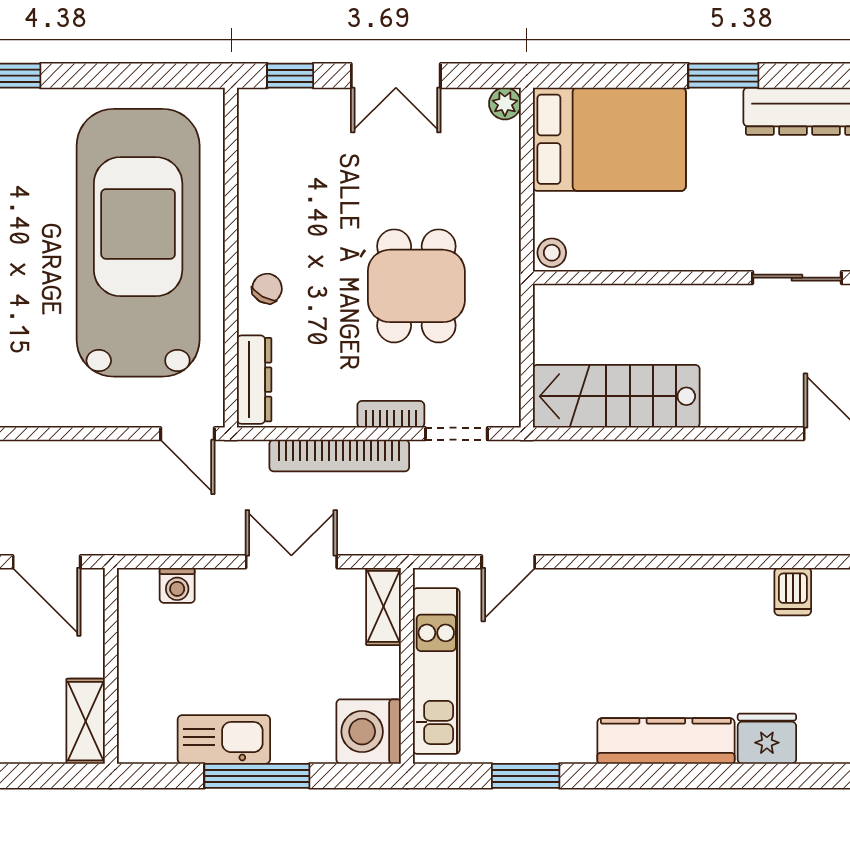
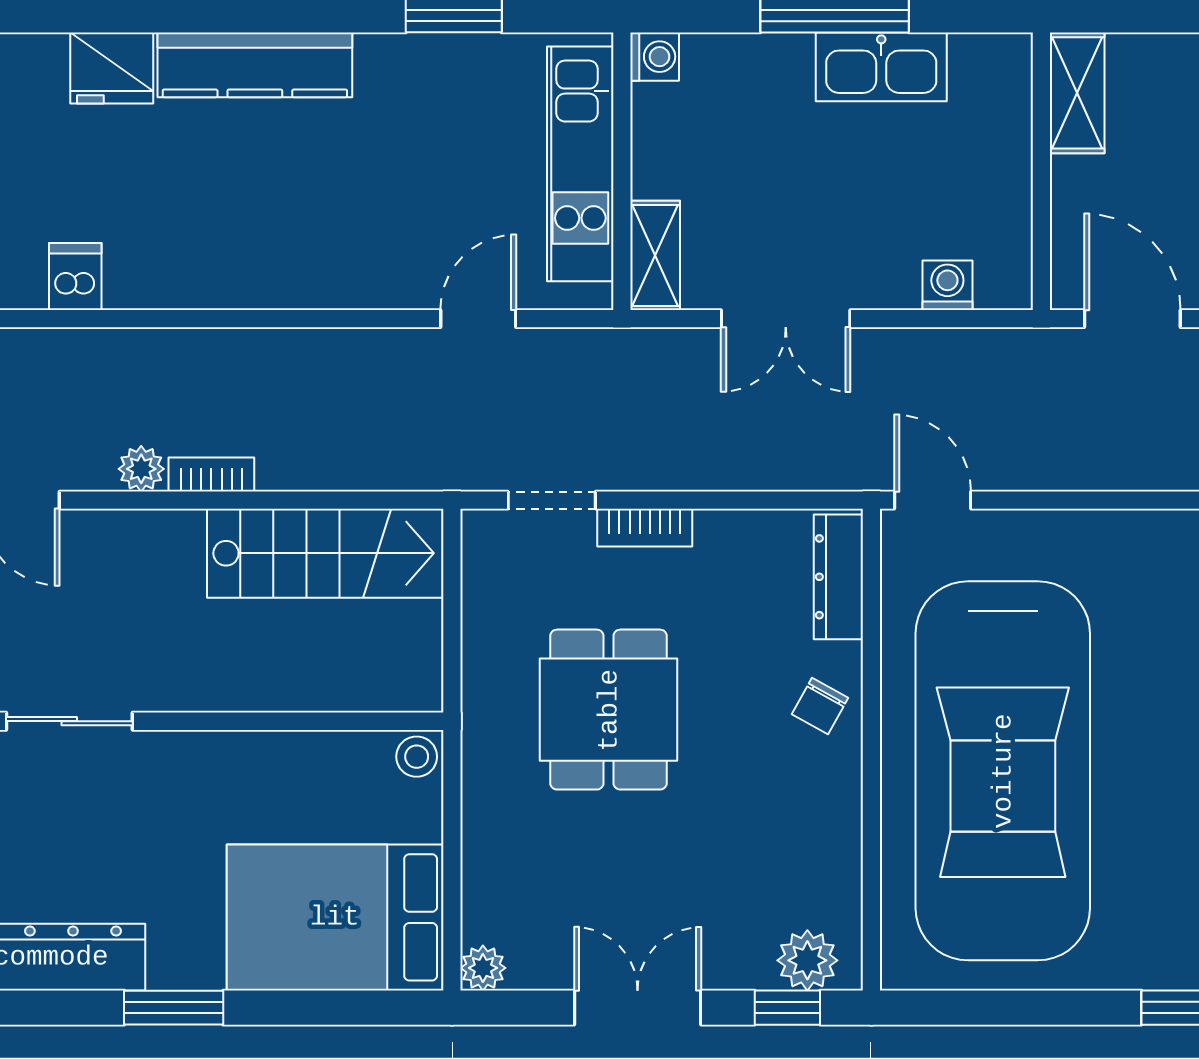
plant: (276, 109) -> (807, 960), added
bookcase: (339, 456) -> (211, 475), moved, width x0.43, depth x0.76
plant: (746, 456) -> (141, 469), added
washing machine: (369, 732) -> (655, 57), width x0.53, depth x0.53

